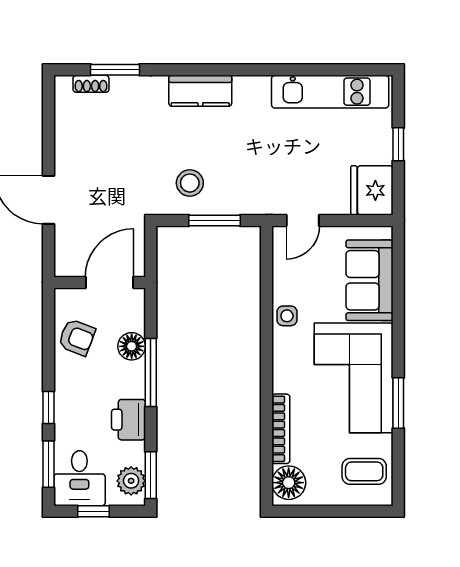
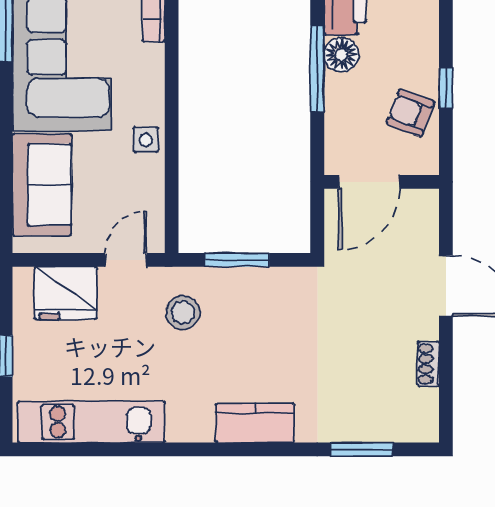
shoe rack: (91, 84) -> (428, 364), moved, turned -90
stool: (190, 183) -> (183, 313), moved
fridge: (372, 190) -> (66, 293), moved, turned 90
floor lamp: (132, 346) -> (341, 55), moved
window: (48, 408) -> (446, 88), moved

